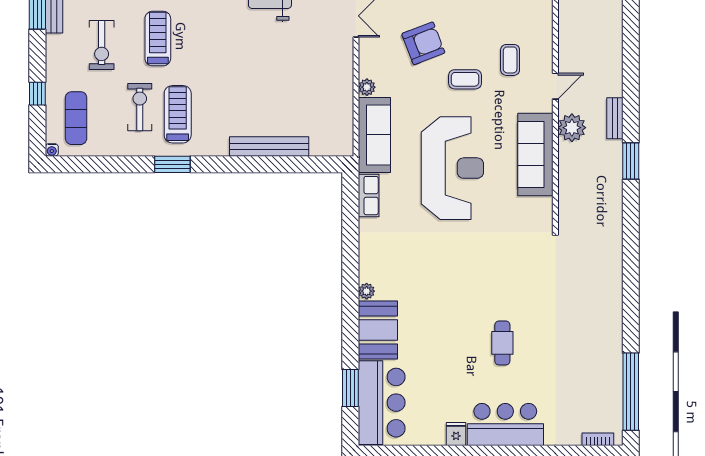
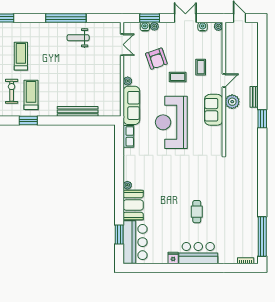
armchair: (423, 43) -> (156, 59), turned 92
sofa: (535, 154) -> (214, 110), width x0.73
reception desk: (452, 168) -> (171, 122), turned 180

